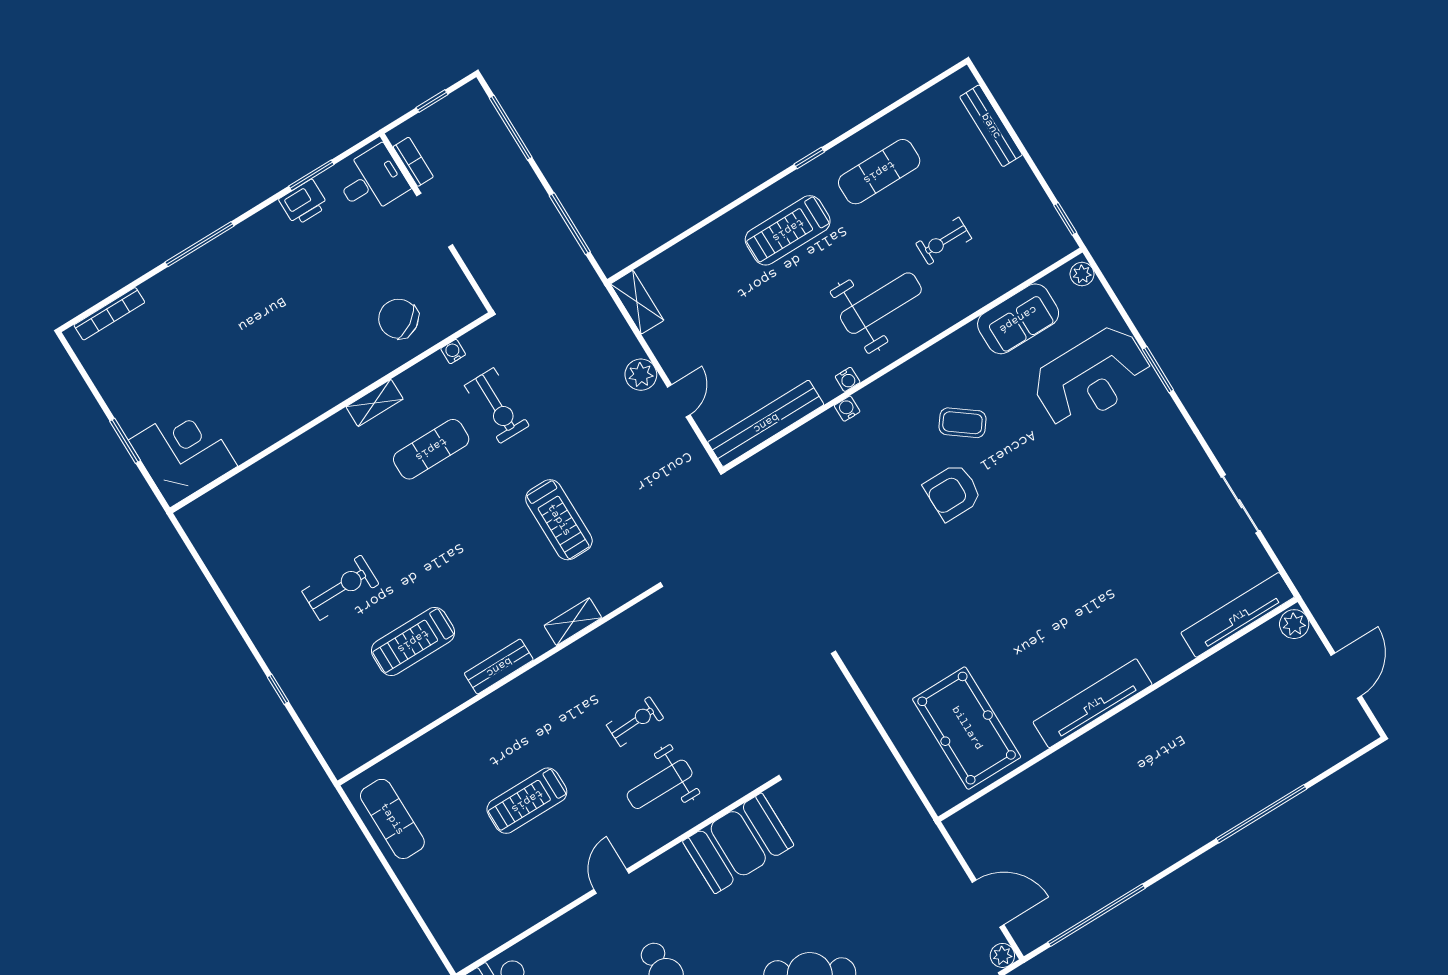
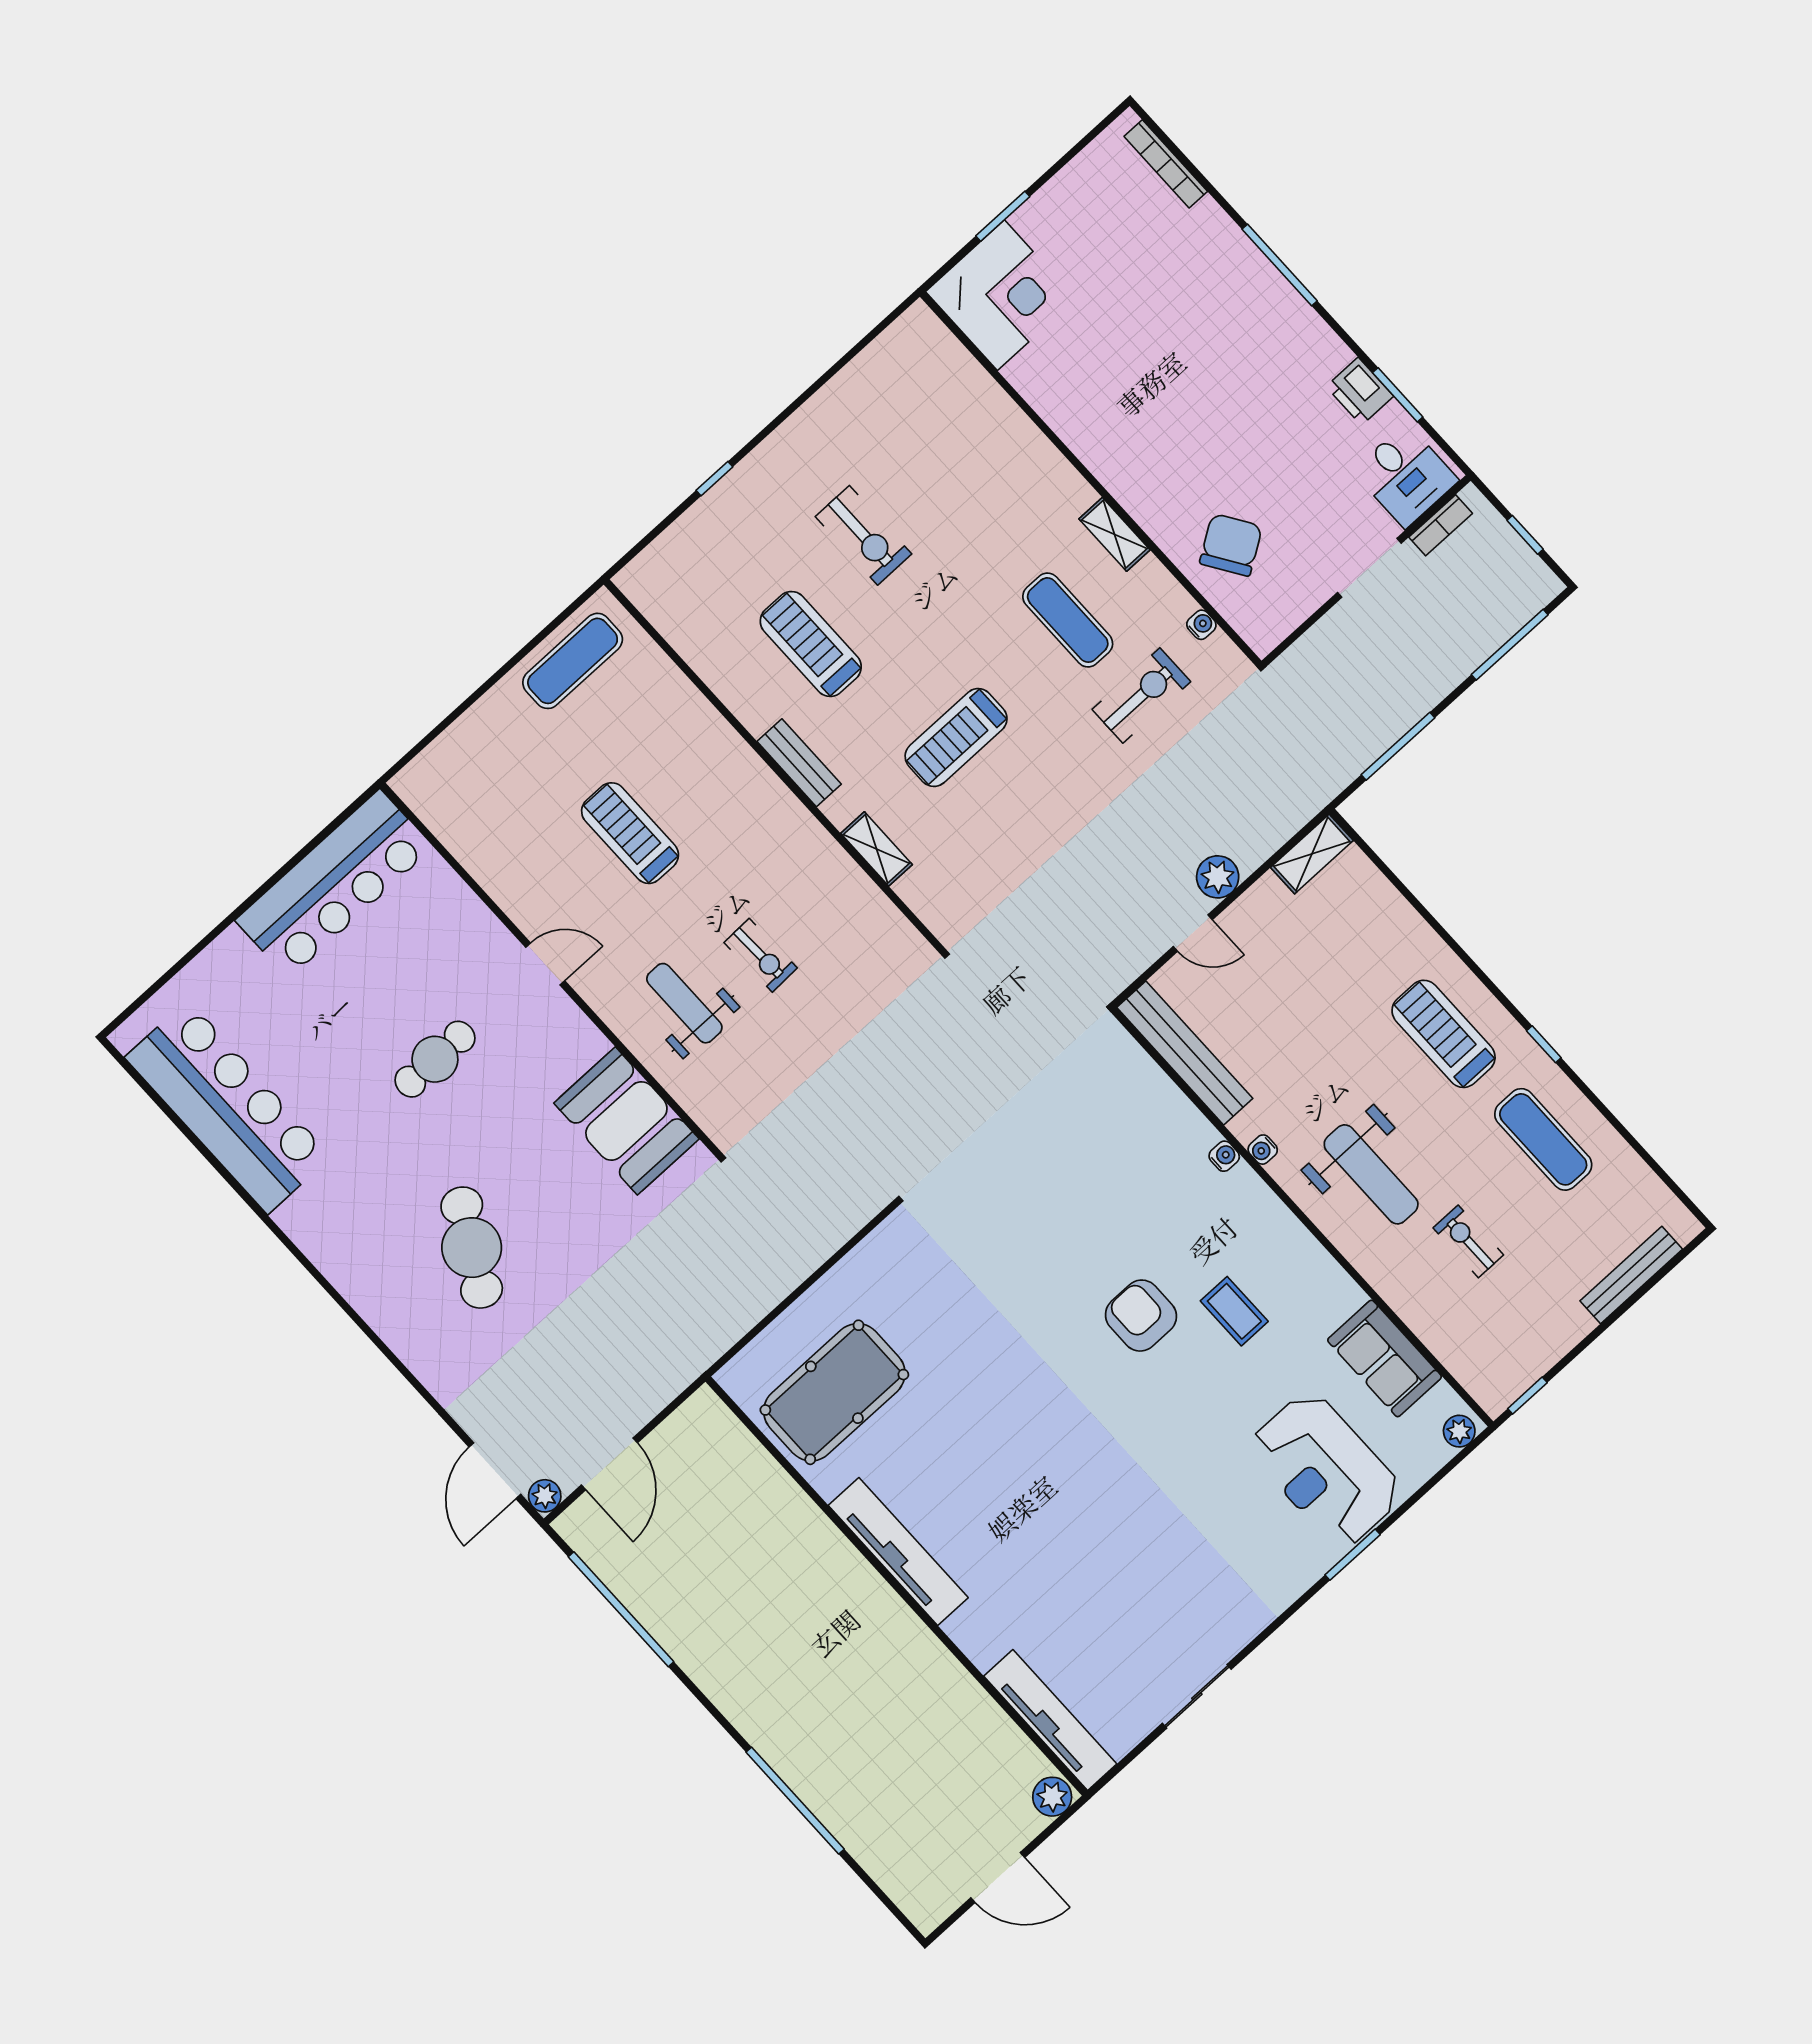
exercise bike: (497, 406) -> (1141, 696), turned 180
coffee table: (962, 423) -> (1234, 1311), turned -37
treadmill: (559, 520) -> (956, 738), moved

